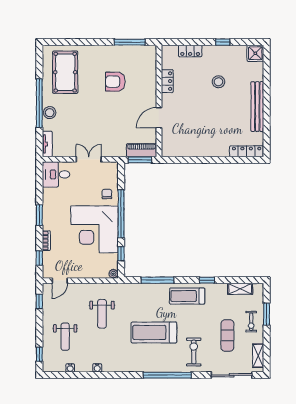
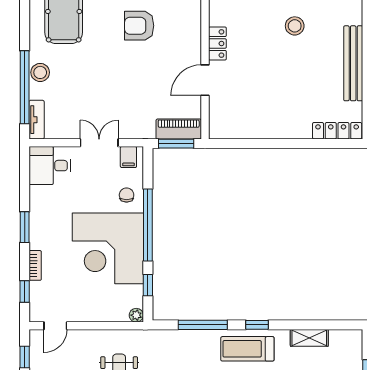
locker: (167, 81) -> (217, 43), moved
window: (39, 103) -> (25, 87), moved
filing cabinet: (108, 169) -> (128, 157), added
window: (207, 280) -> (257, 325), moved
shelving: (240, 289) -> (309, 338), moved

